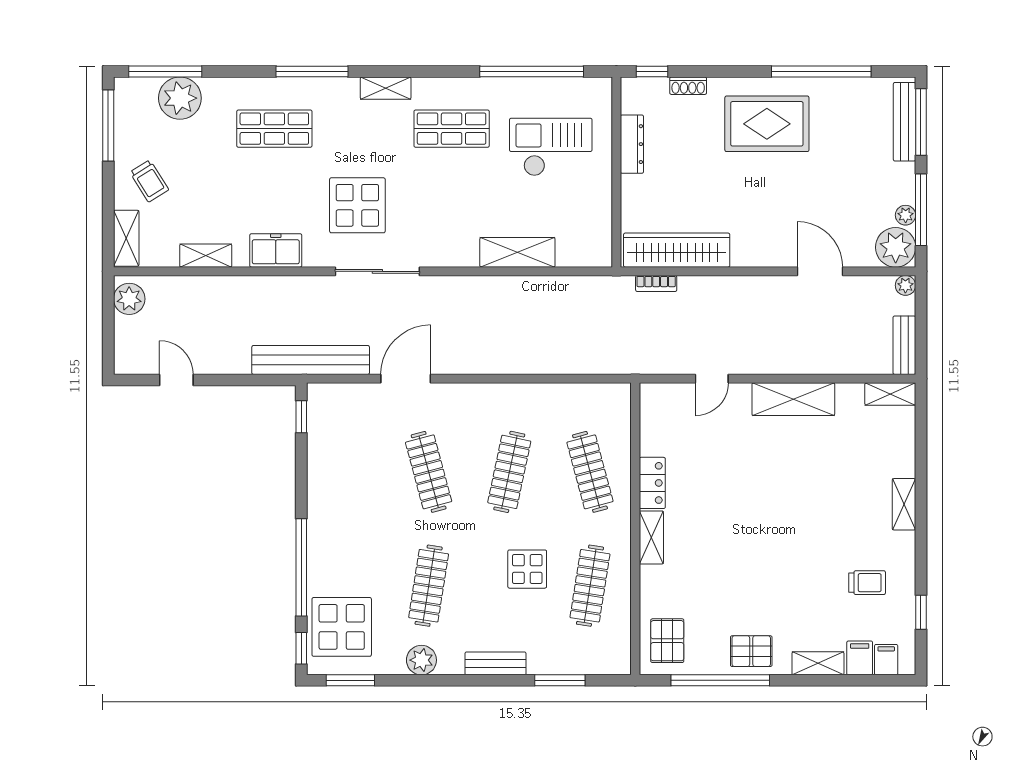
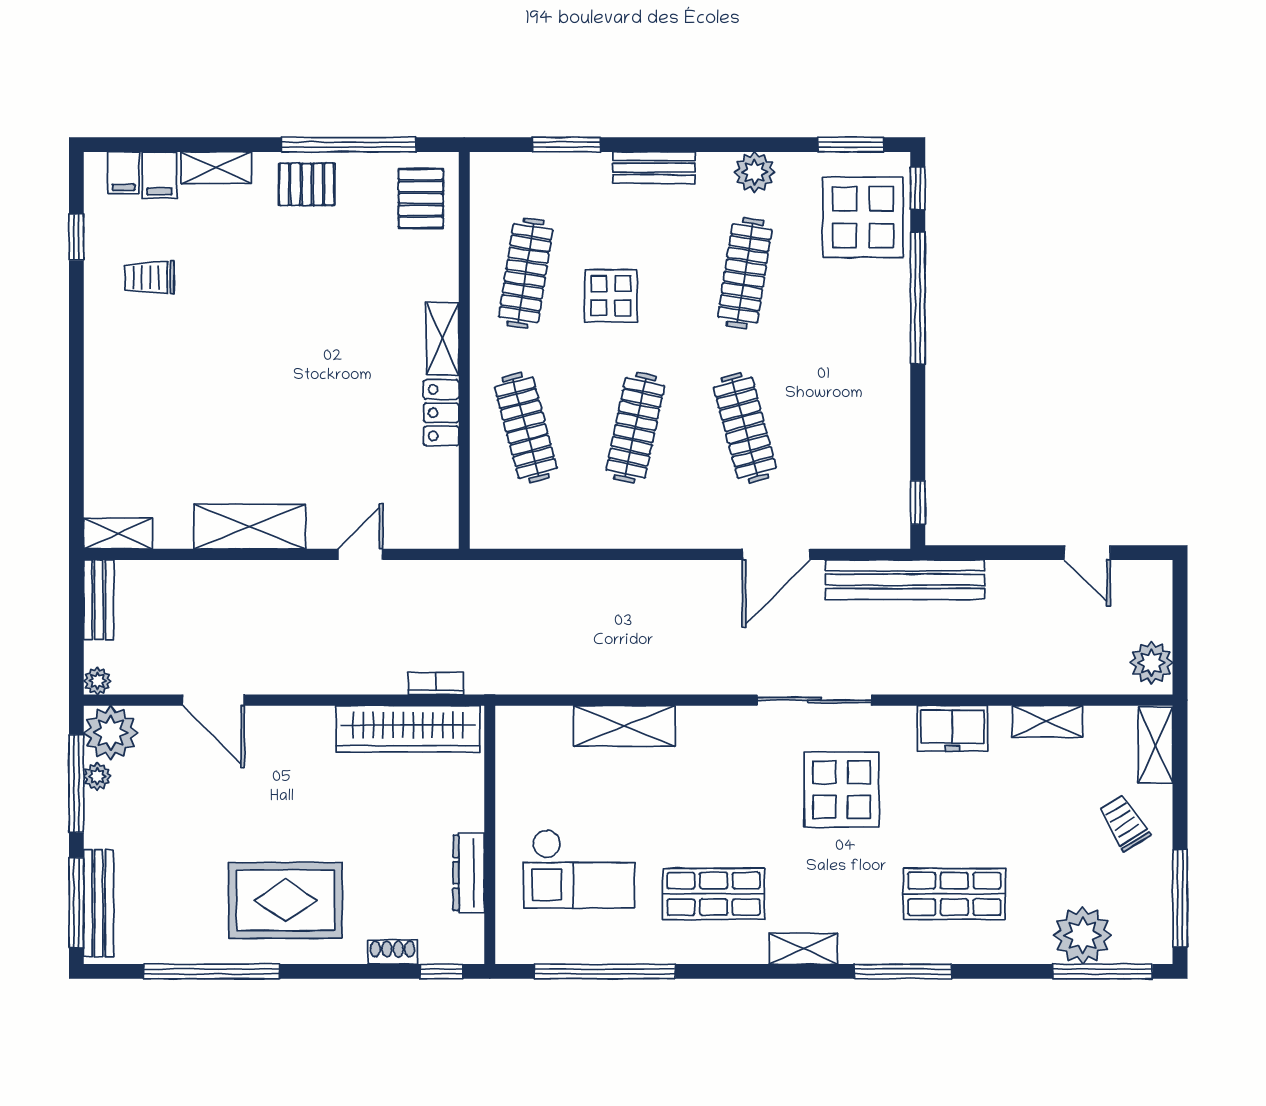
shelving: (904, 504) -> (99, 384), removed

